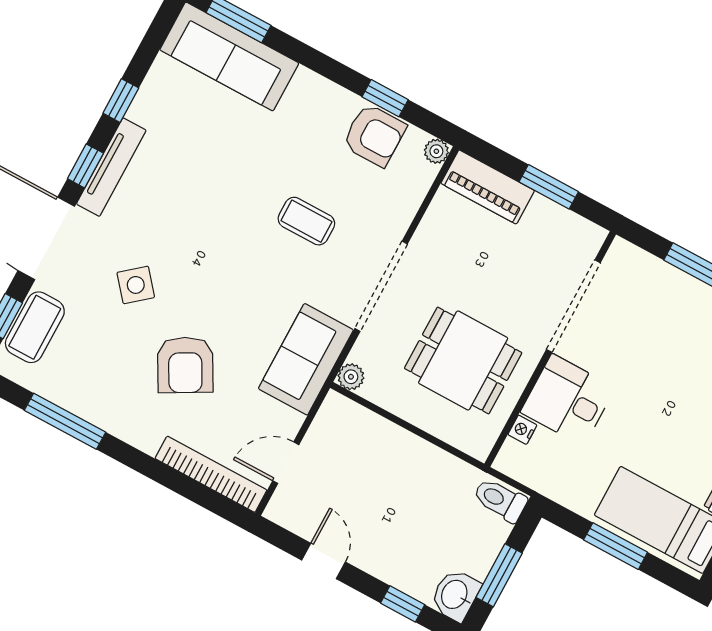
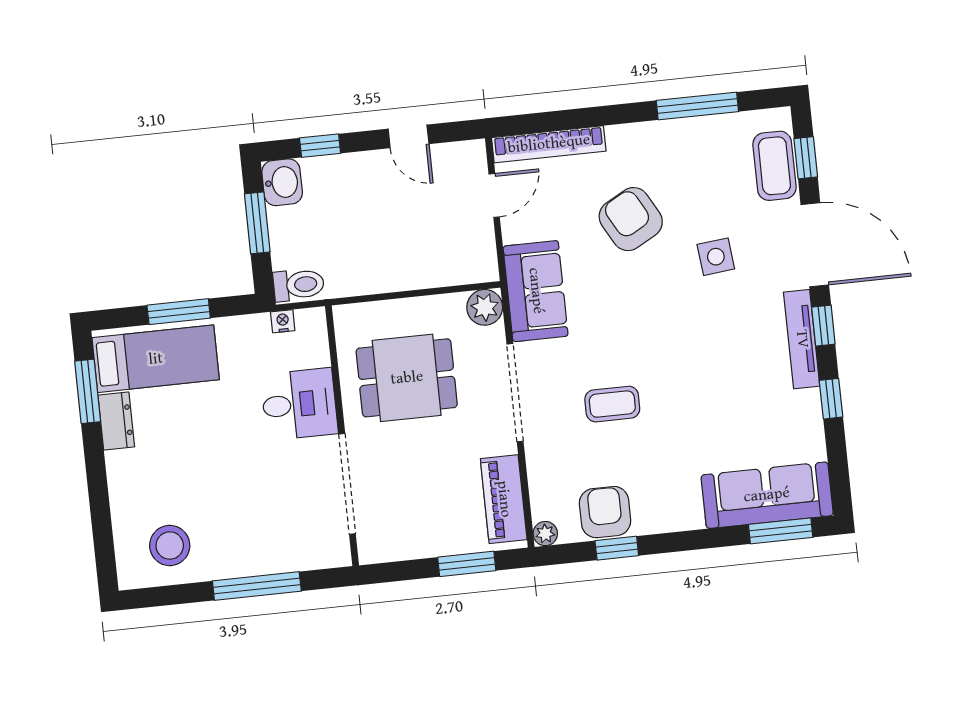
armchair: (374, 135) -> (605, 512), turned 90
piano: (488, 187) -> (504, 499), moved, turned -90
window: (549, 187) -> (467, 564), moved
side table: (136, 285) -> (716, 257), turned 34
plant: (351, 377) -> (485, 307), width x1.38, depth x1.38
nightstand: (522, 430) -> (283, 321), moved, turned -90

